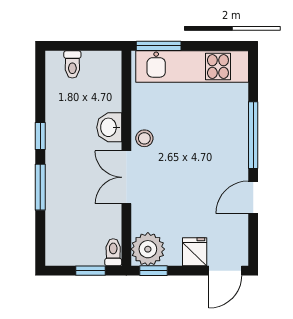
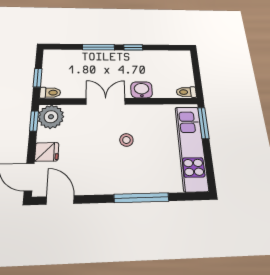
toilet: (72, 64) -> (186, 92), moved
stool: (144, 138) -> (126, 140), moved
door: (253, 197) -> (60, 200), moved

